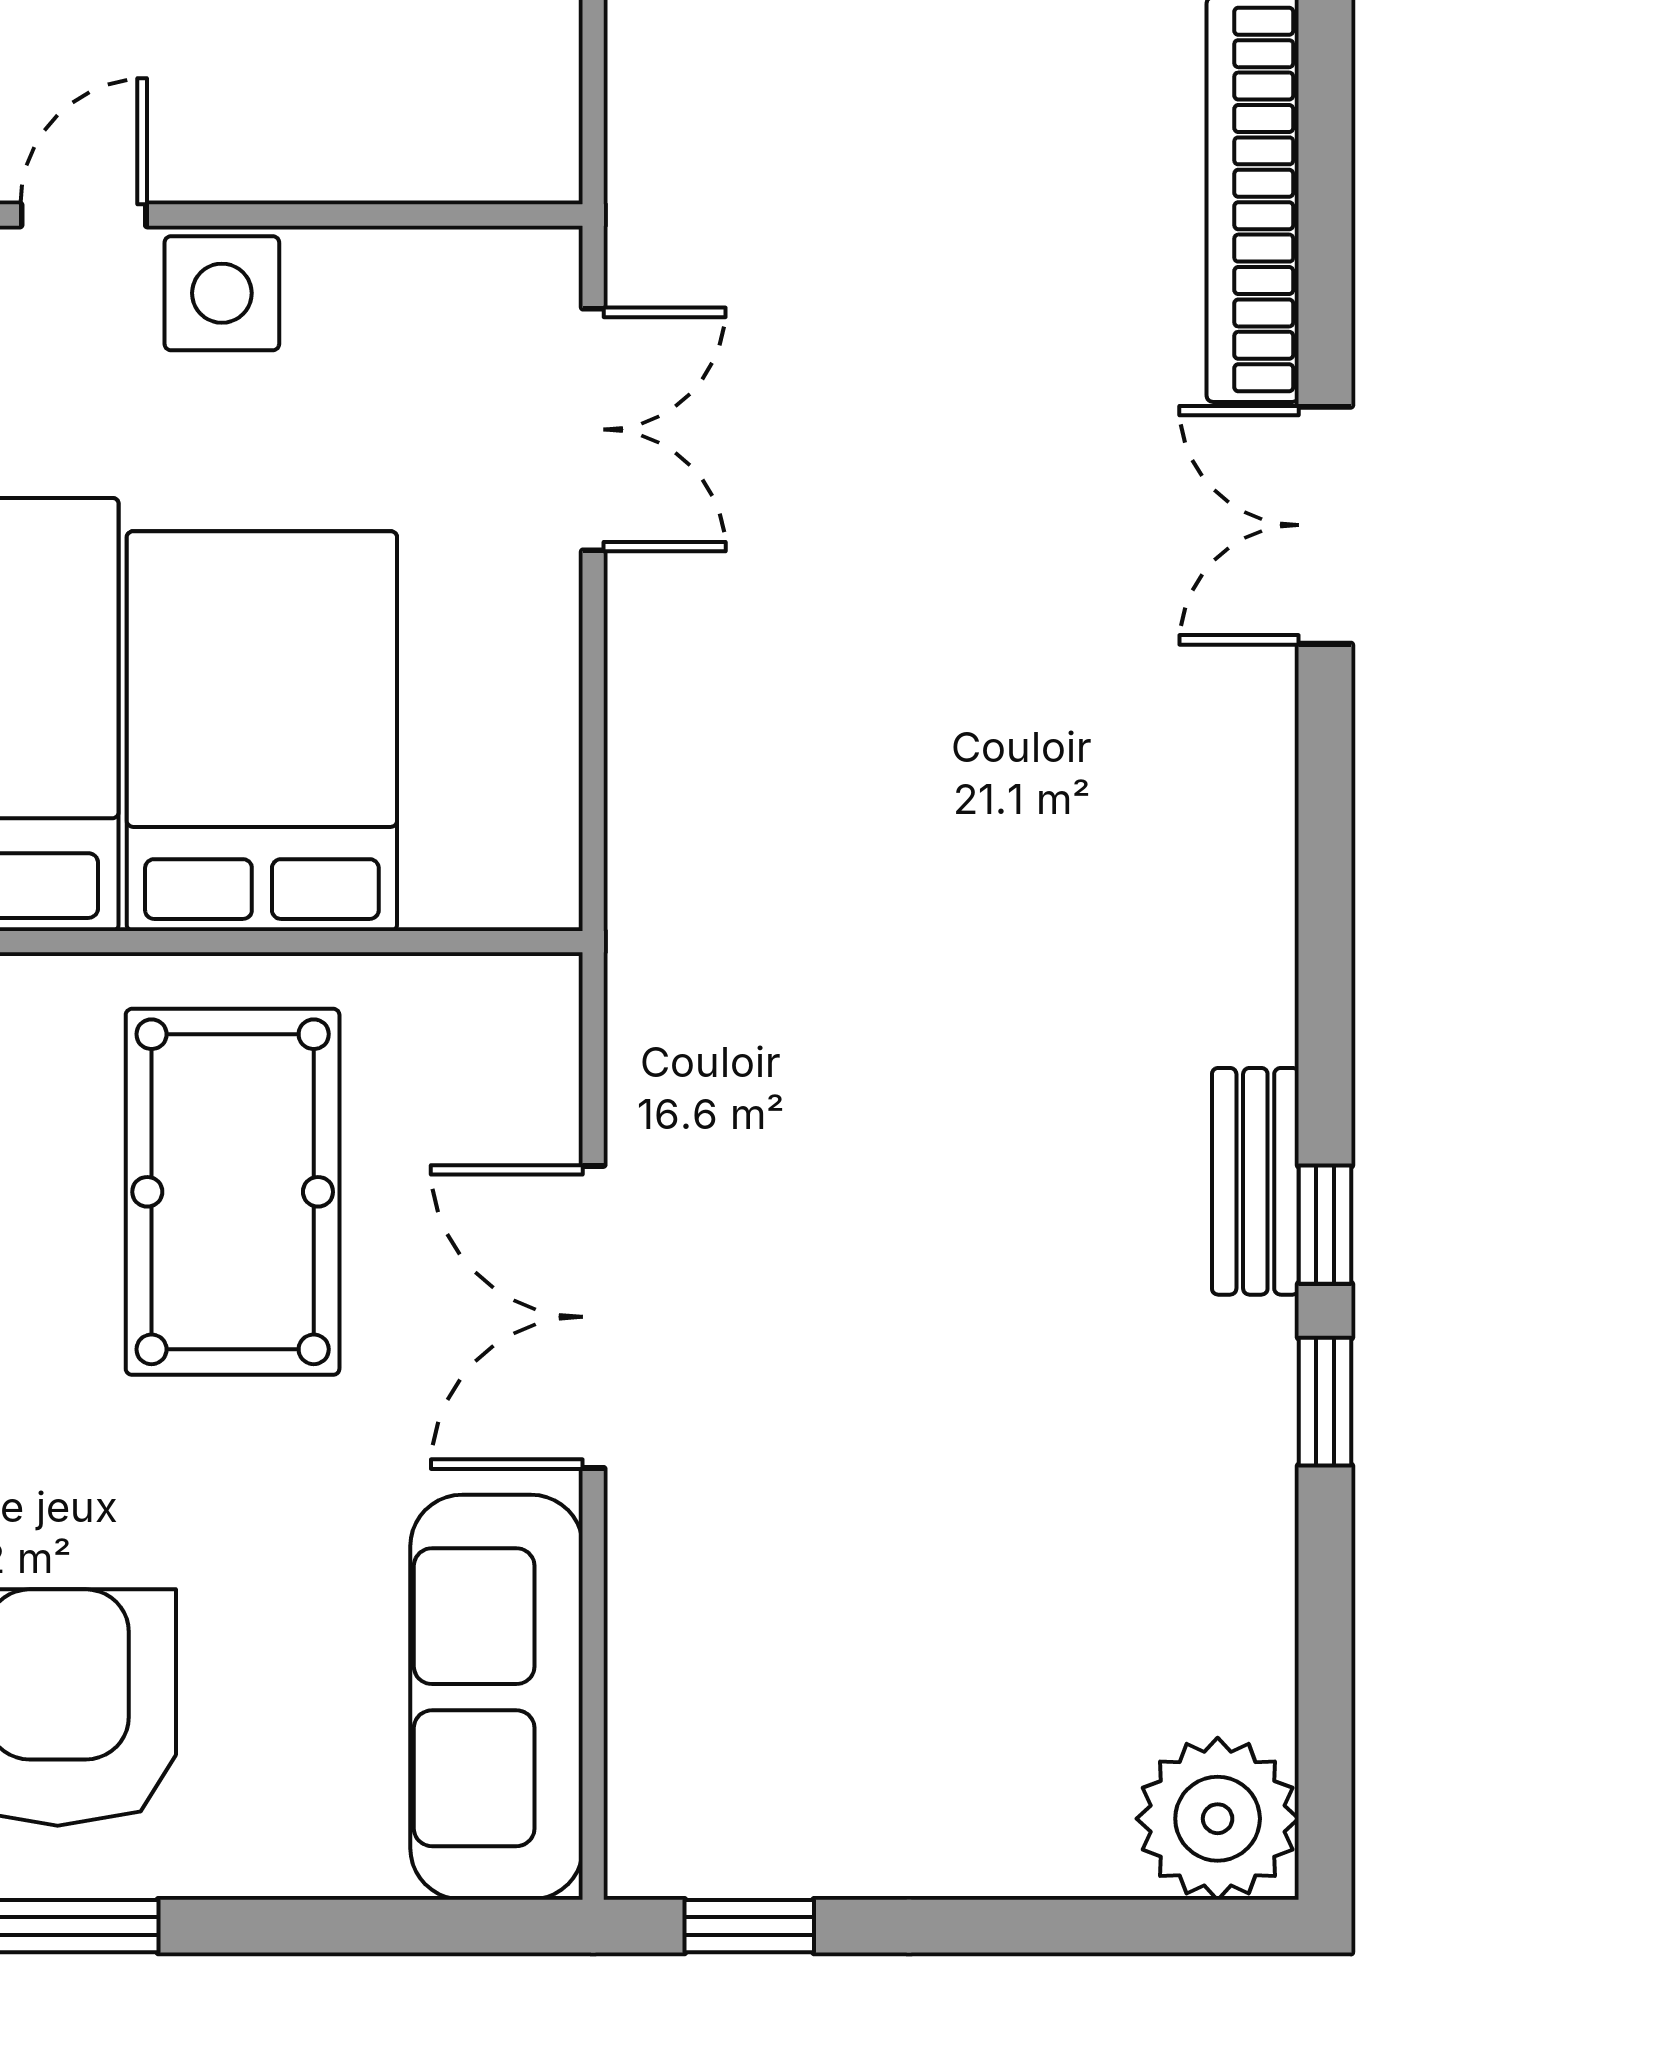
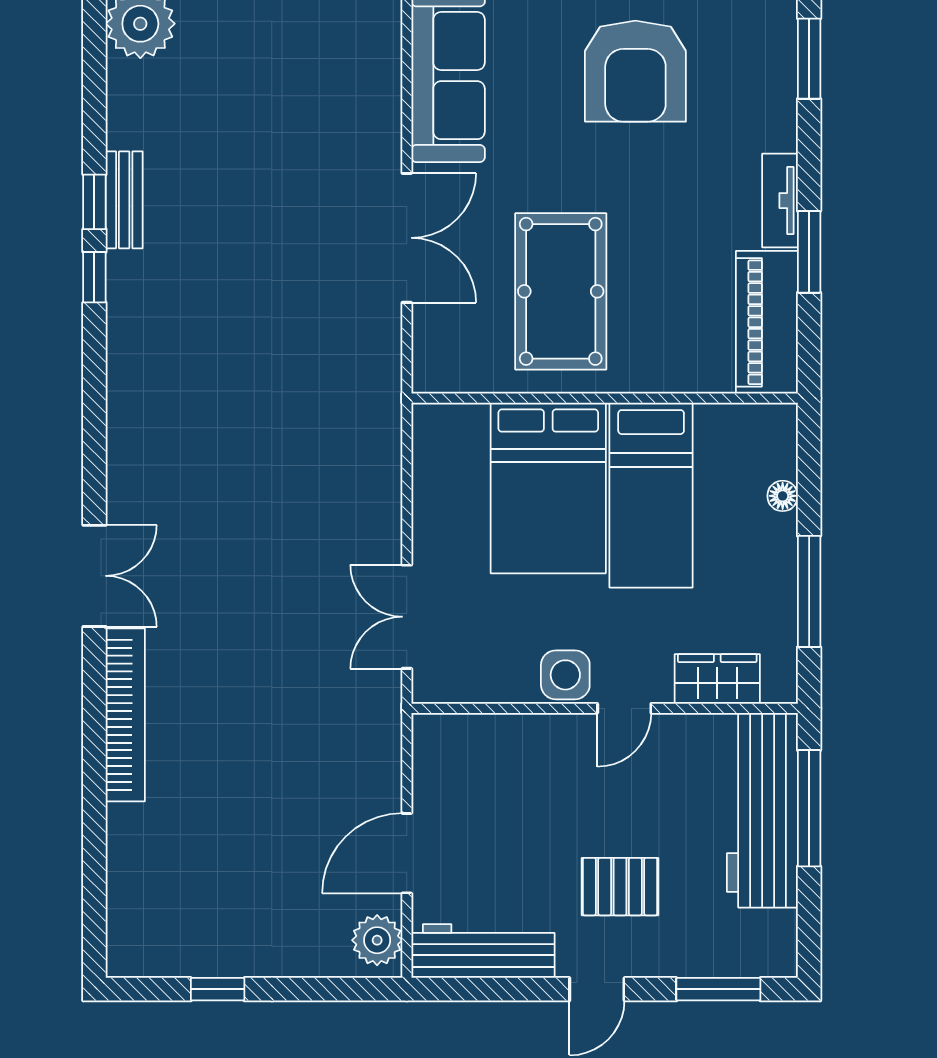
bench: (1255, 1181) -> (124, 200), moved

